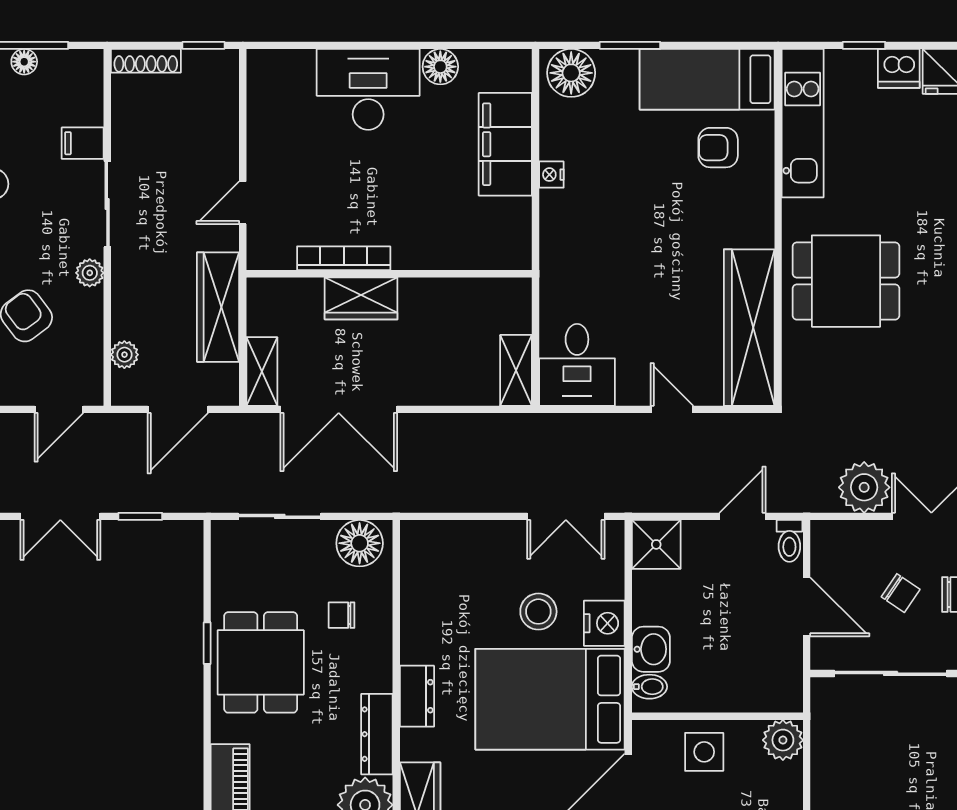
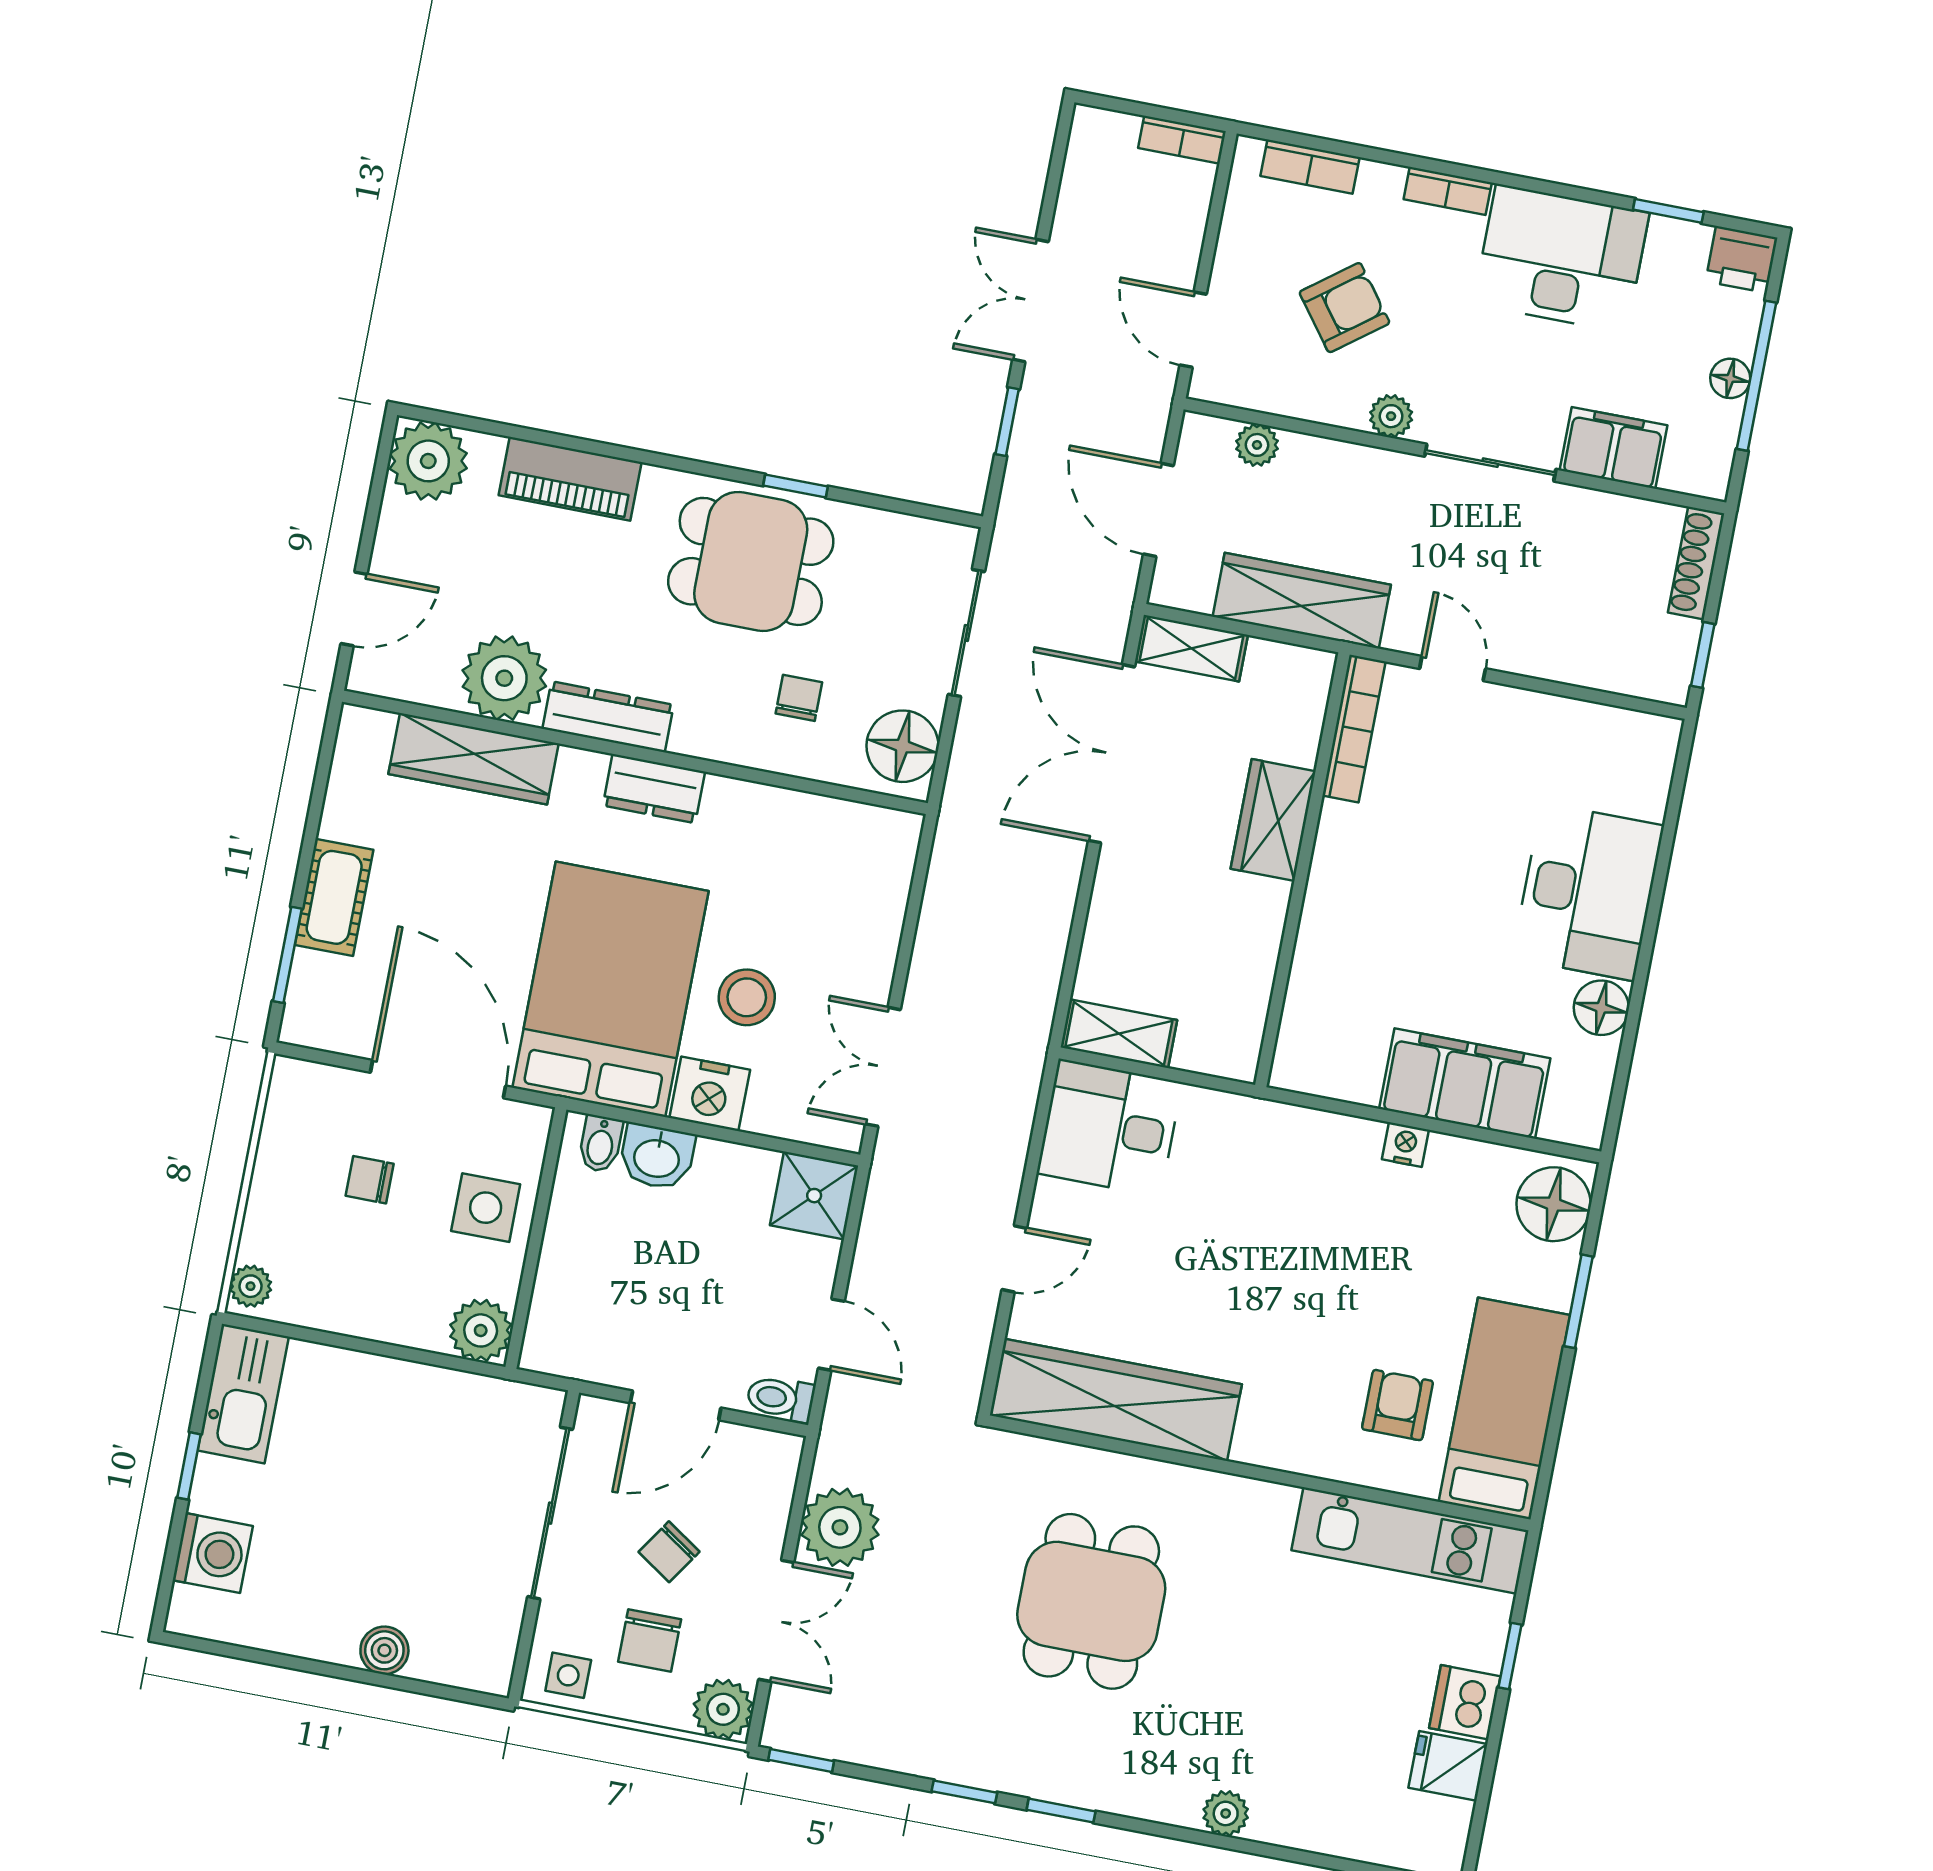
filing cabinet: (83, 143) -> (1614, 448), width x2.00
bookcase: (344, 258) -> (1354, 728), moved
dining table: (846, 281) -> (1091, 1601), moved

